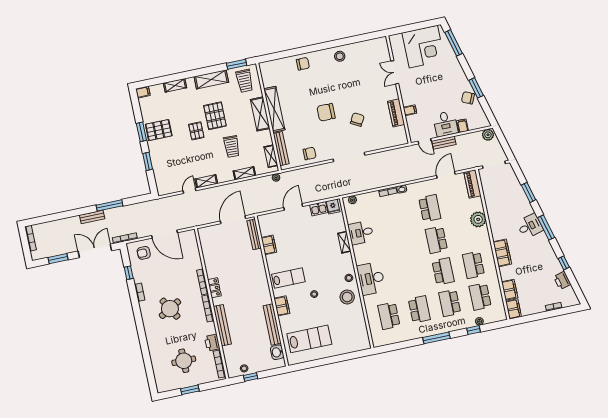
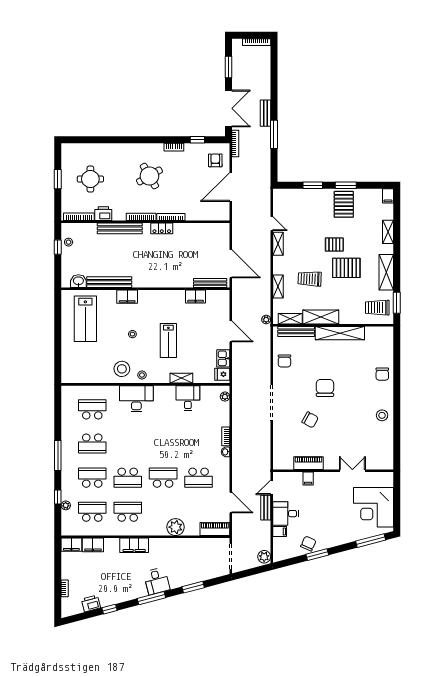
shelving: (260, 114) -> (321, 317), moved
lab bench: (288, 278) -> (168, 340), moved

